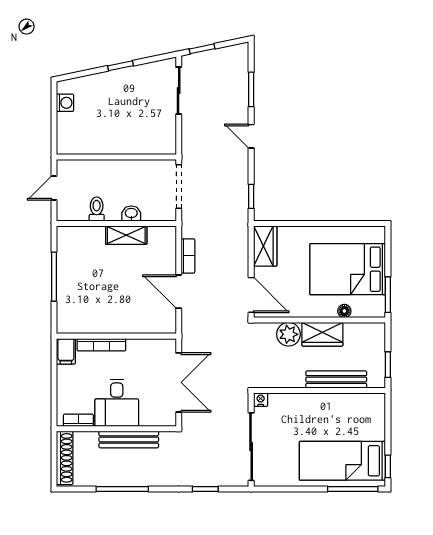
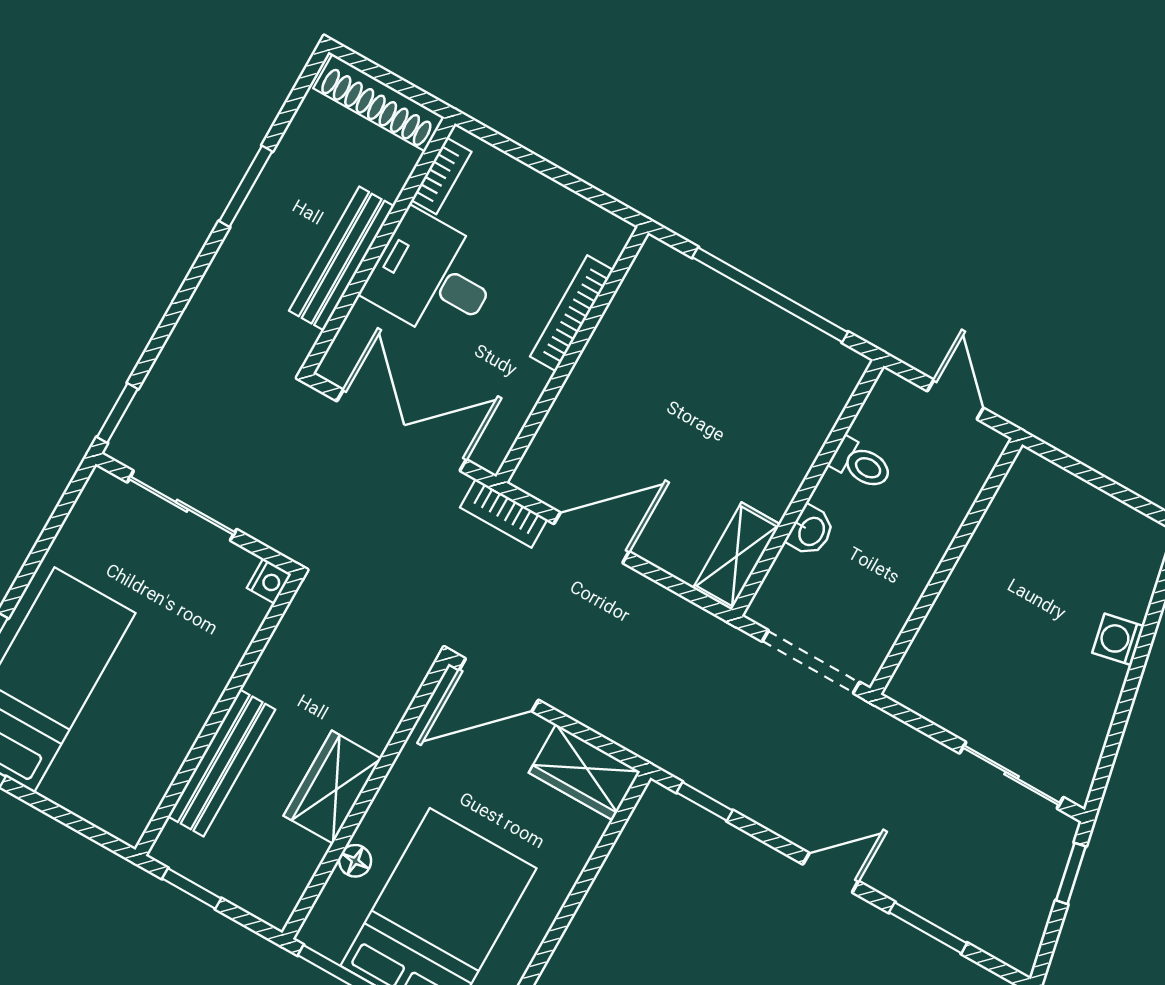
window: (120, 66) -> (1132, 683), removed
washing machine: (65, 103) -> (1118, 639), moved, turned 78
shelving: (126, 235) -> (737, 556), moved
bookcase: (188, 256) -> (504, 513), moved
window: (54, 277) -> (770, 295), width x1.46
plant: (288, 334) -> (373, 717), removed
filing cabinet: (66, 351) -> (600, 231), removed
double door: (179, 382) -> (402, 430), swing flipped
sliding door: (251, 447) -> (182, 506), width x0.73
window: (122, 489) -> (246, 186), width x0.69
window: (205, 489) -> (117, 413), moved

